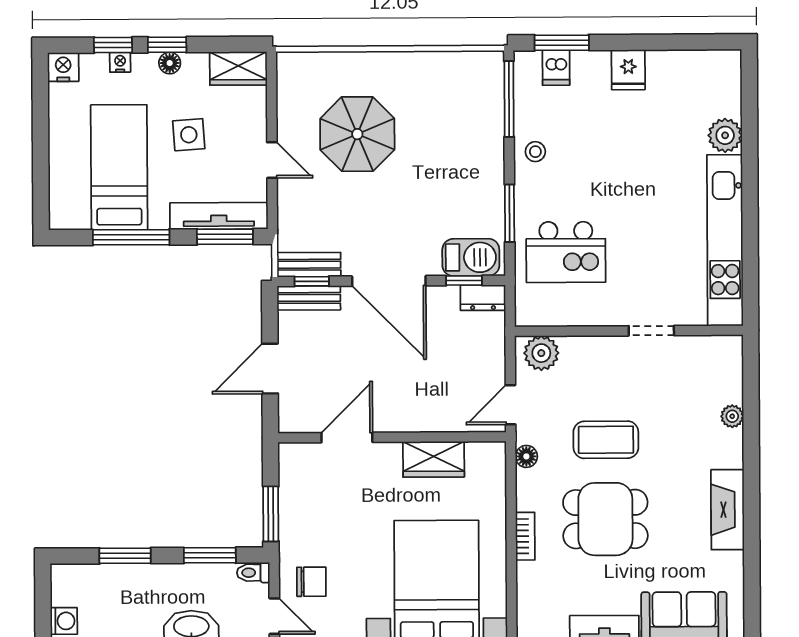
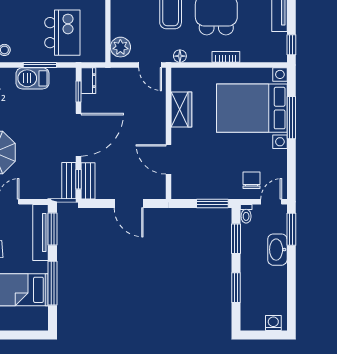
barbecue: (471, 257) -> (33, 78), moved, turned -90

